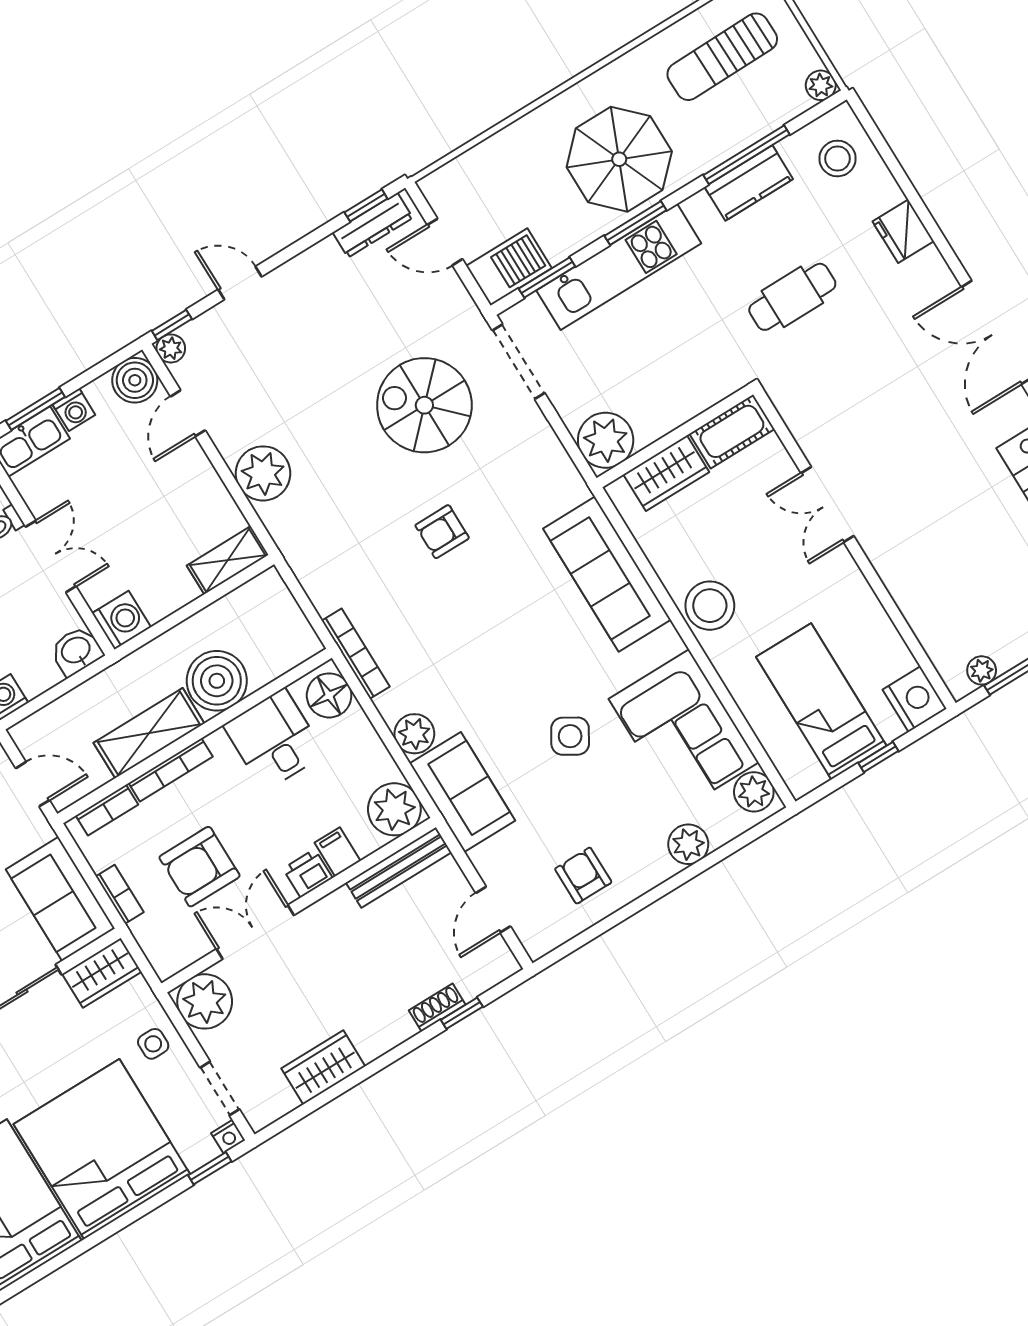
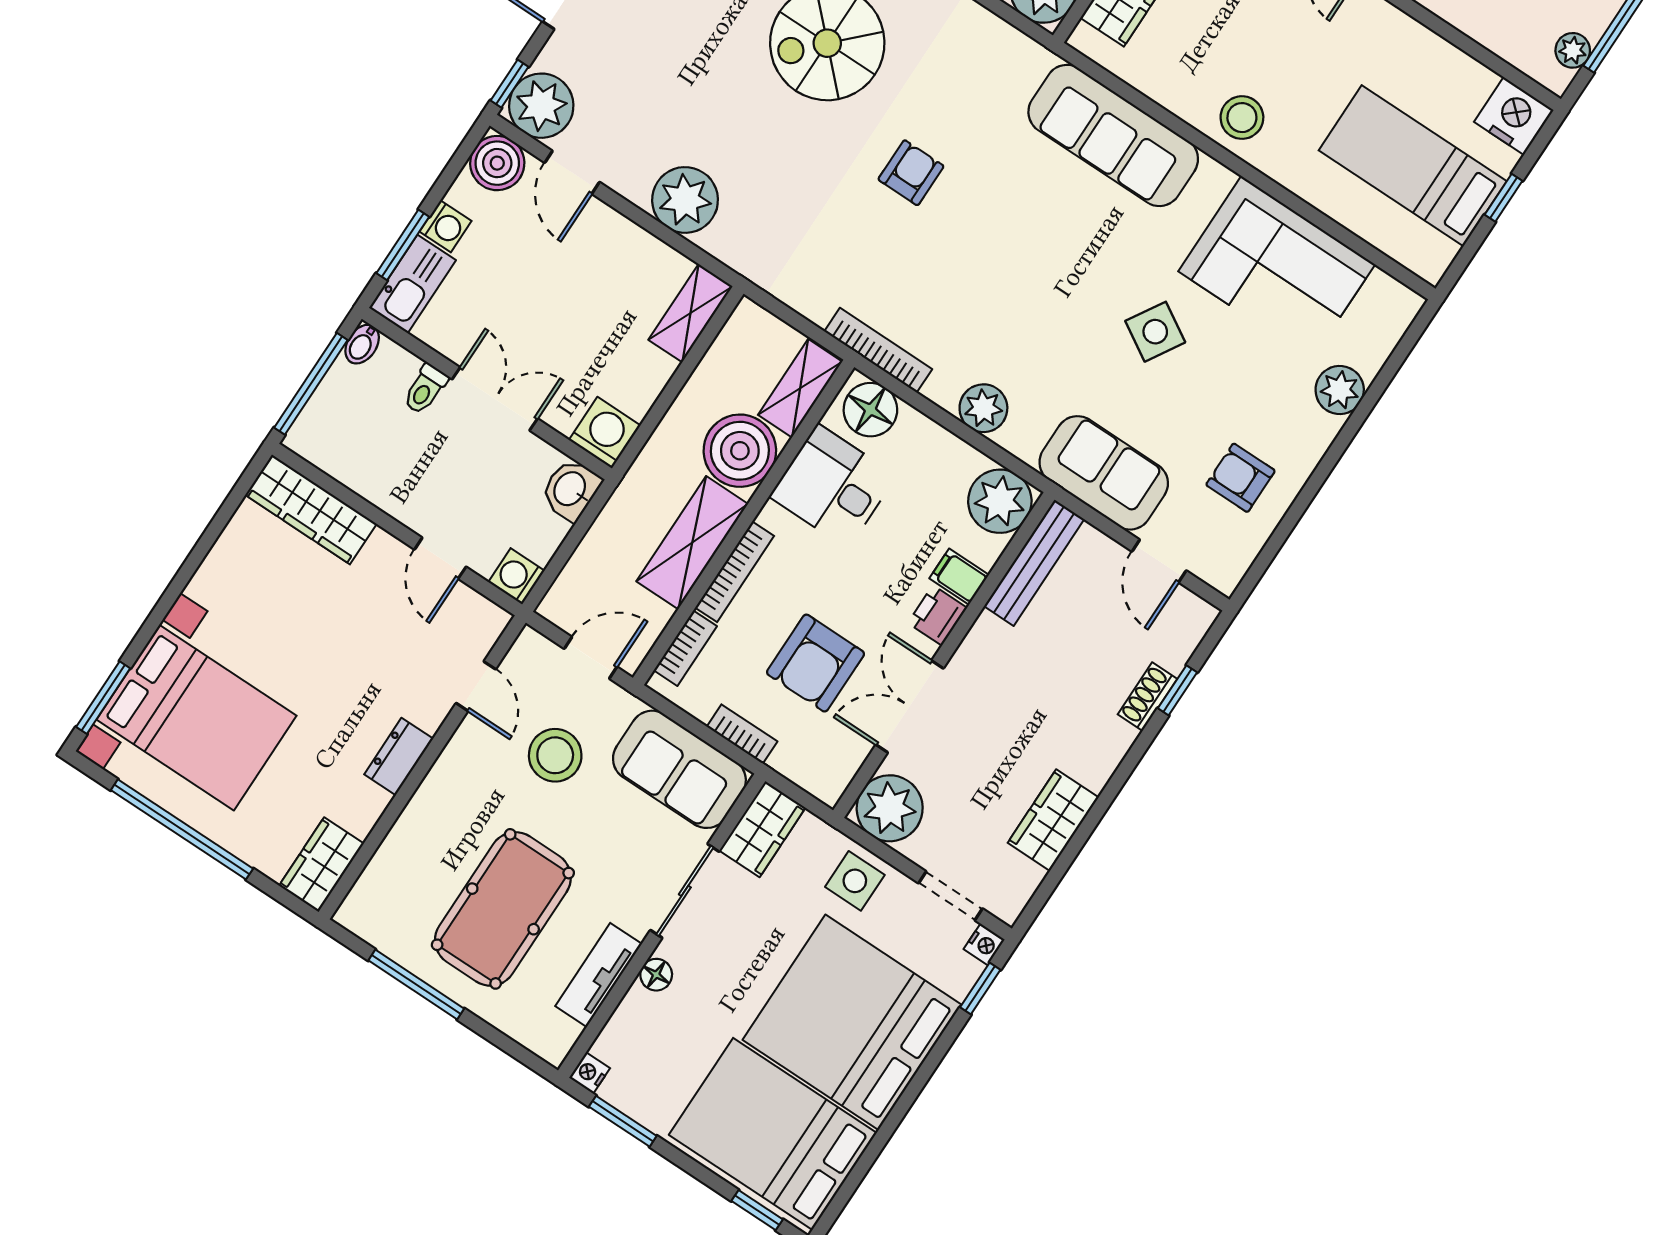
plant: (171, 348) -> (541, 106), width x1.87, depth x1.87
armchair: (442, 532) -> (911, 173), turned 180
stool: (710, 606) -> (1242, 118), width x0.73, depth x0.73
shelving: (284, 655) -> (800, 388), added
sofa: (462, 792) -> (1104, 473), moved
plant: (754, 792) -> (1385, 299), removed
side table: (153, 1044) -> (855, 881), width x1.37, depth x1.37

